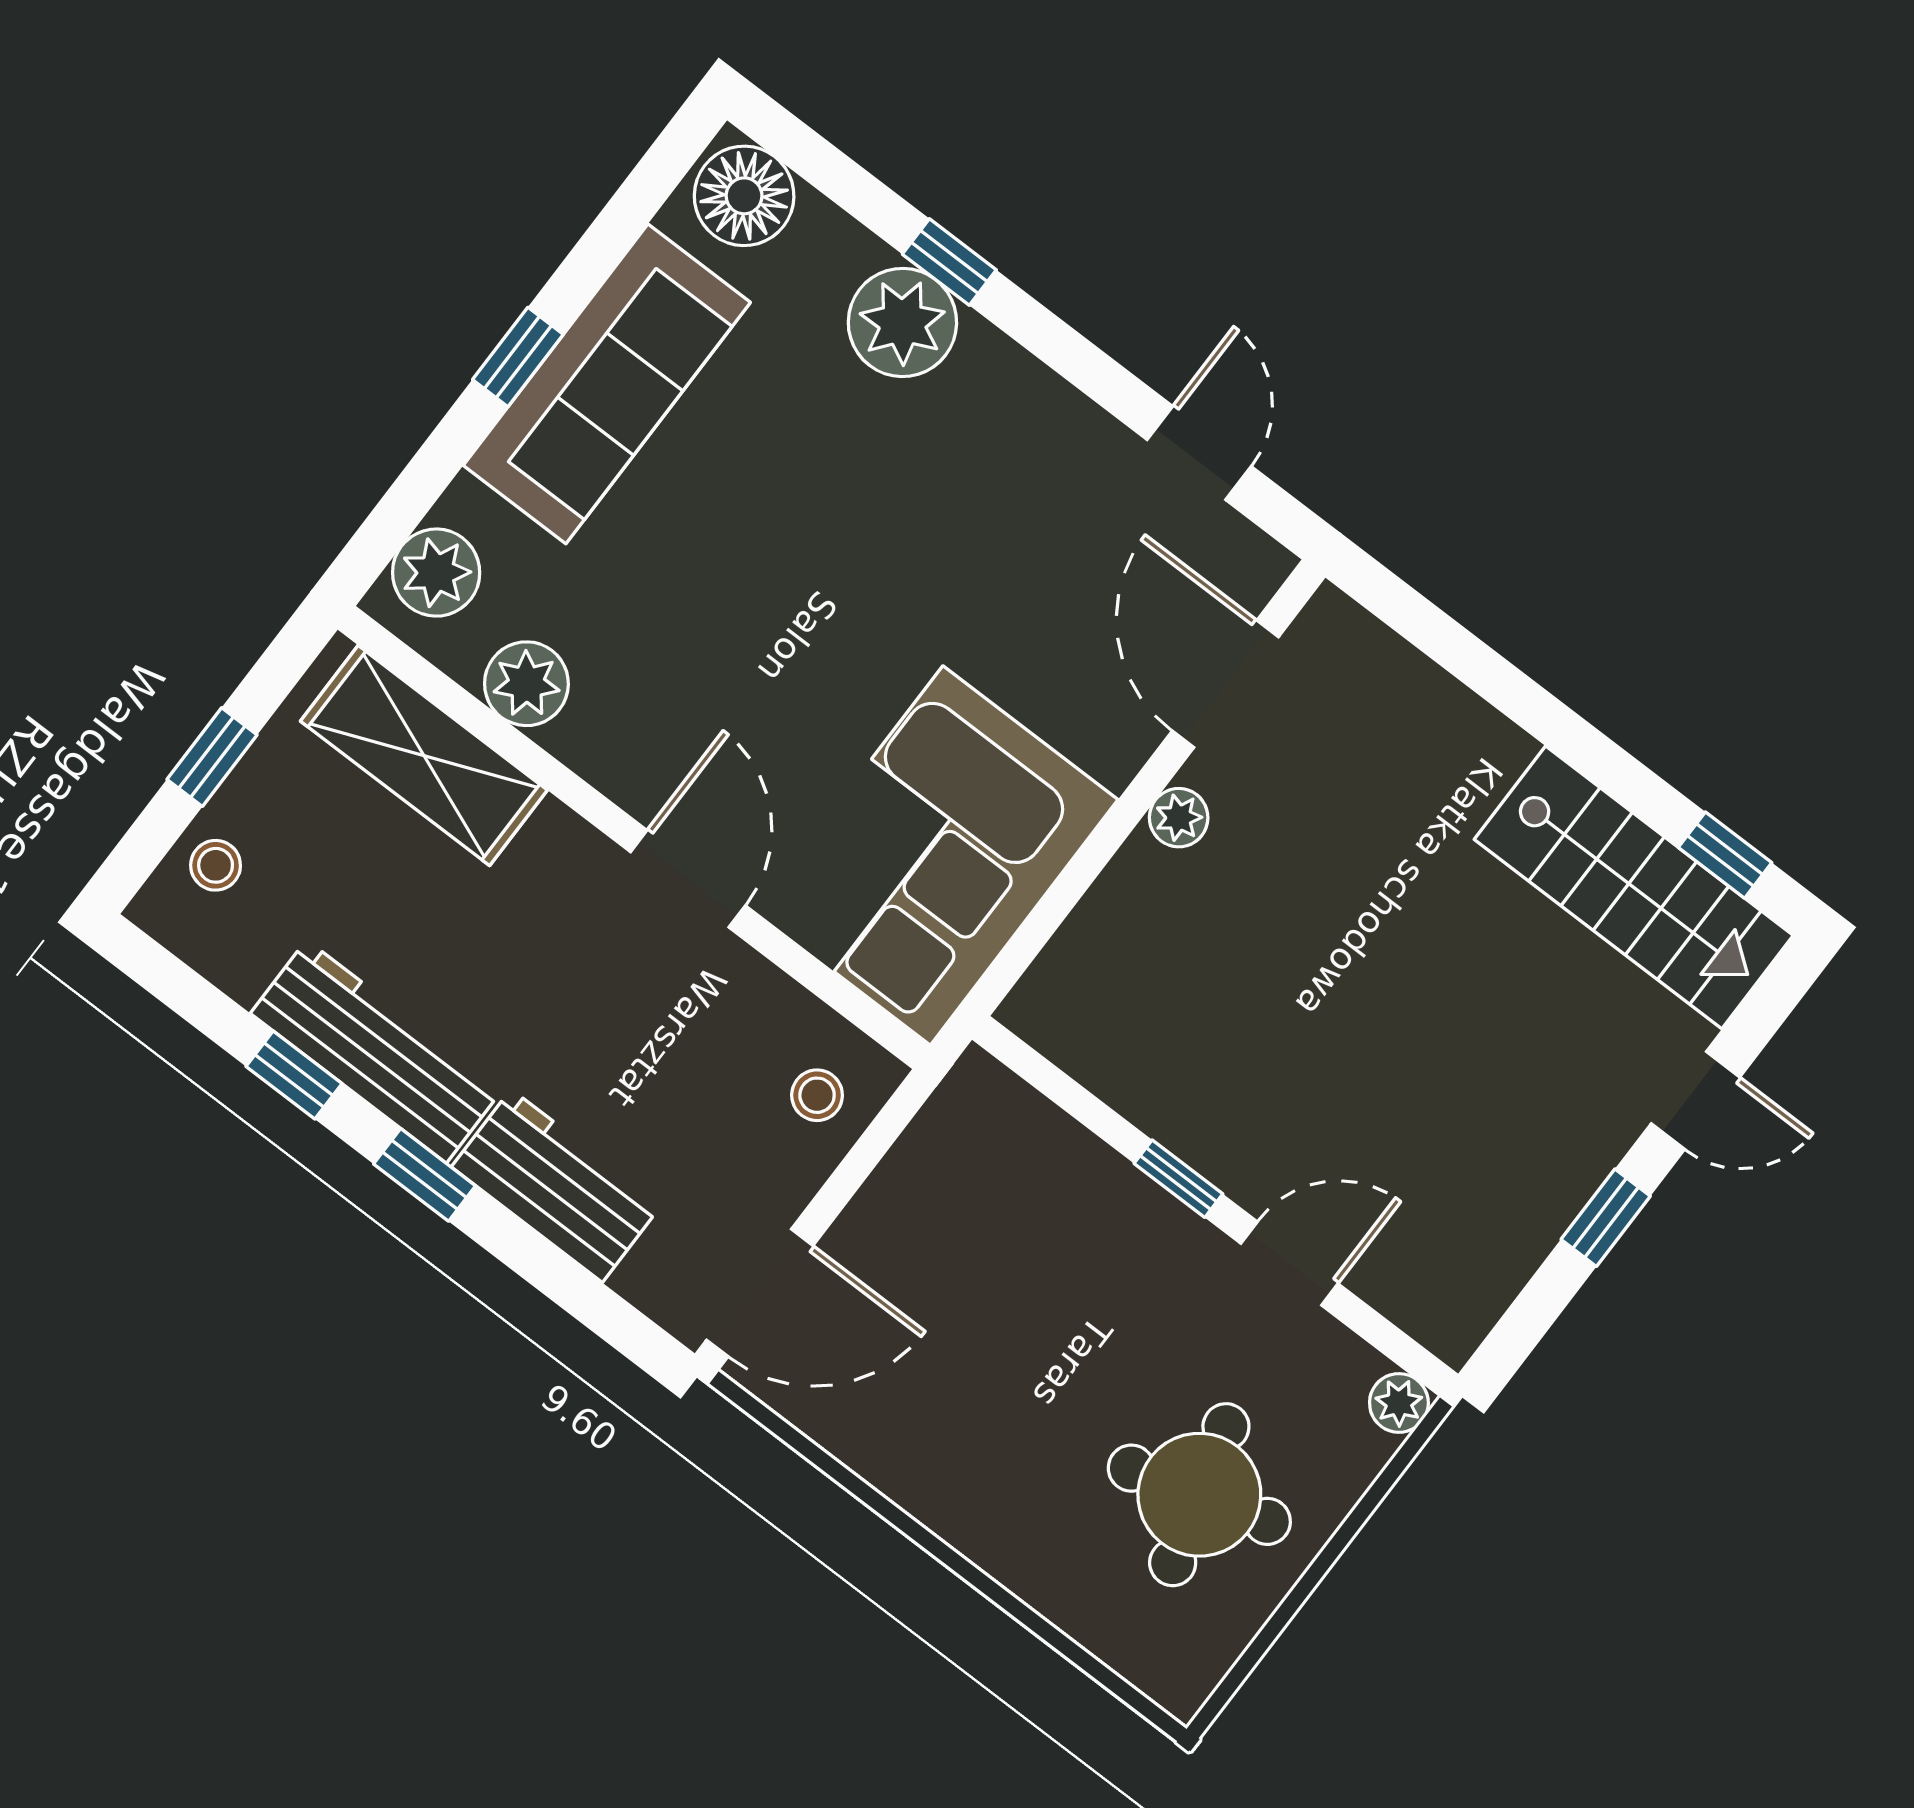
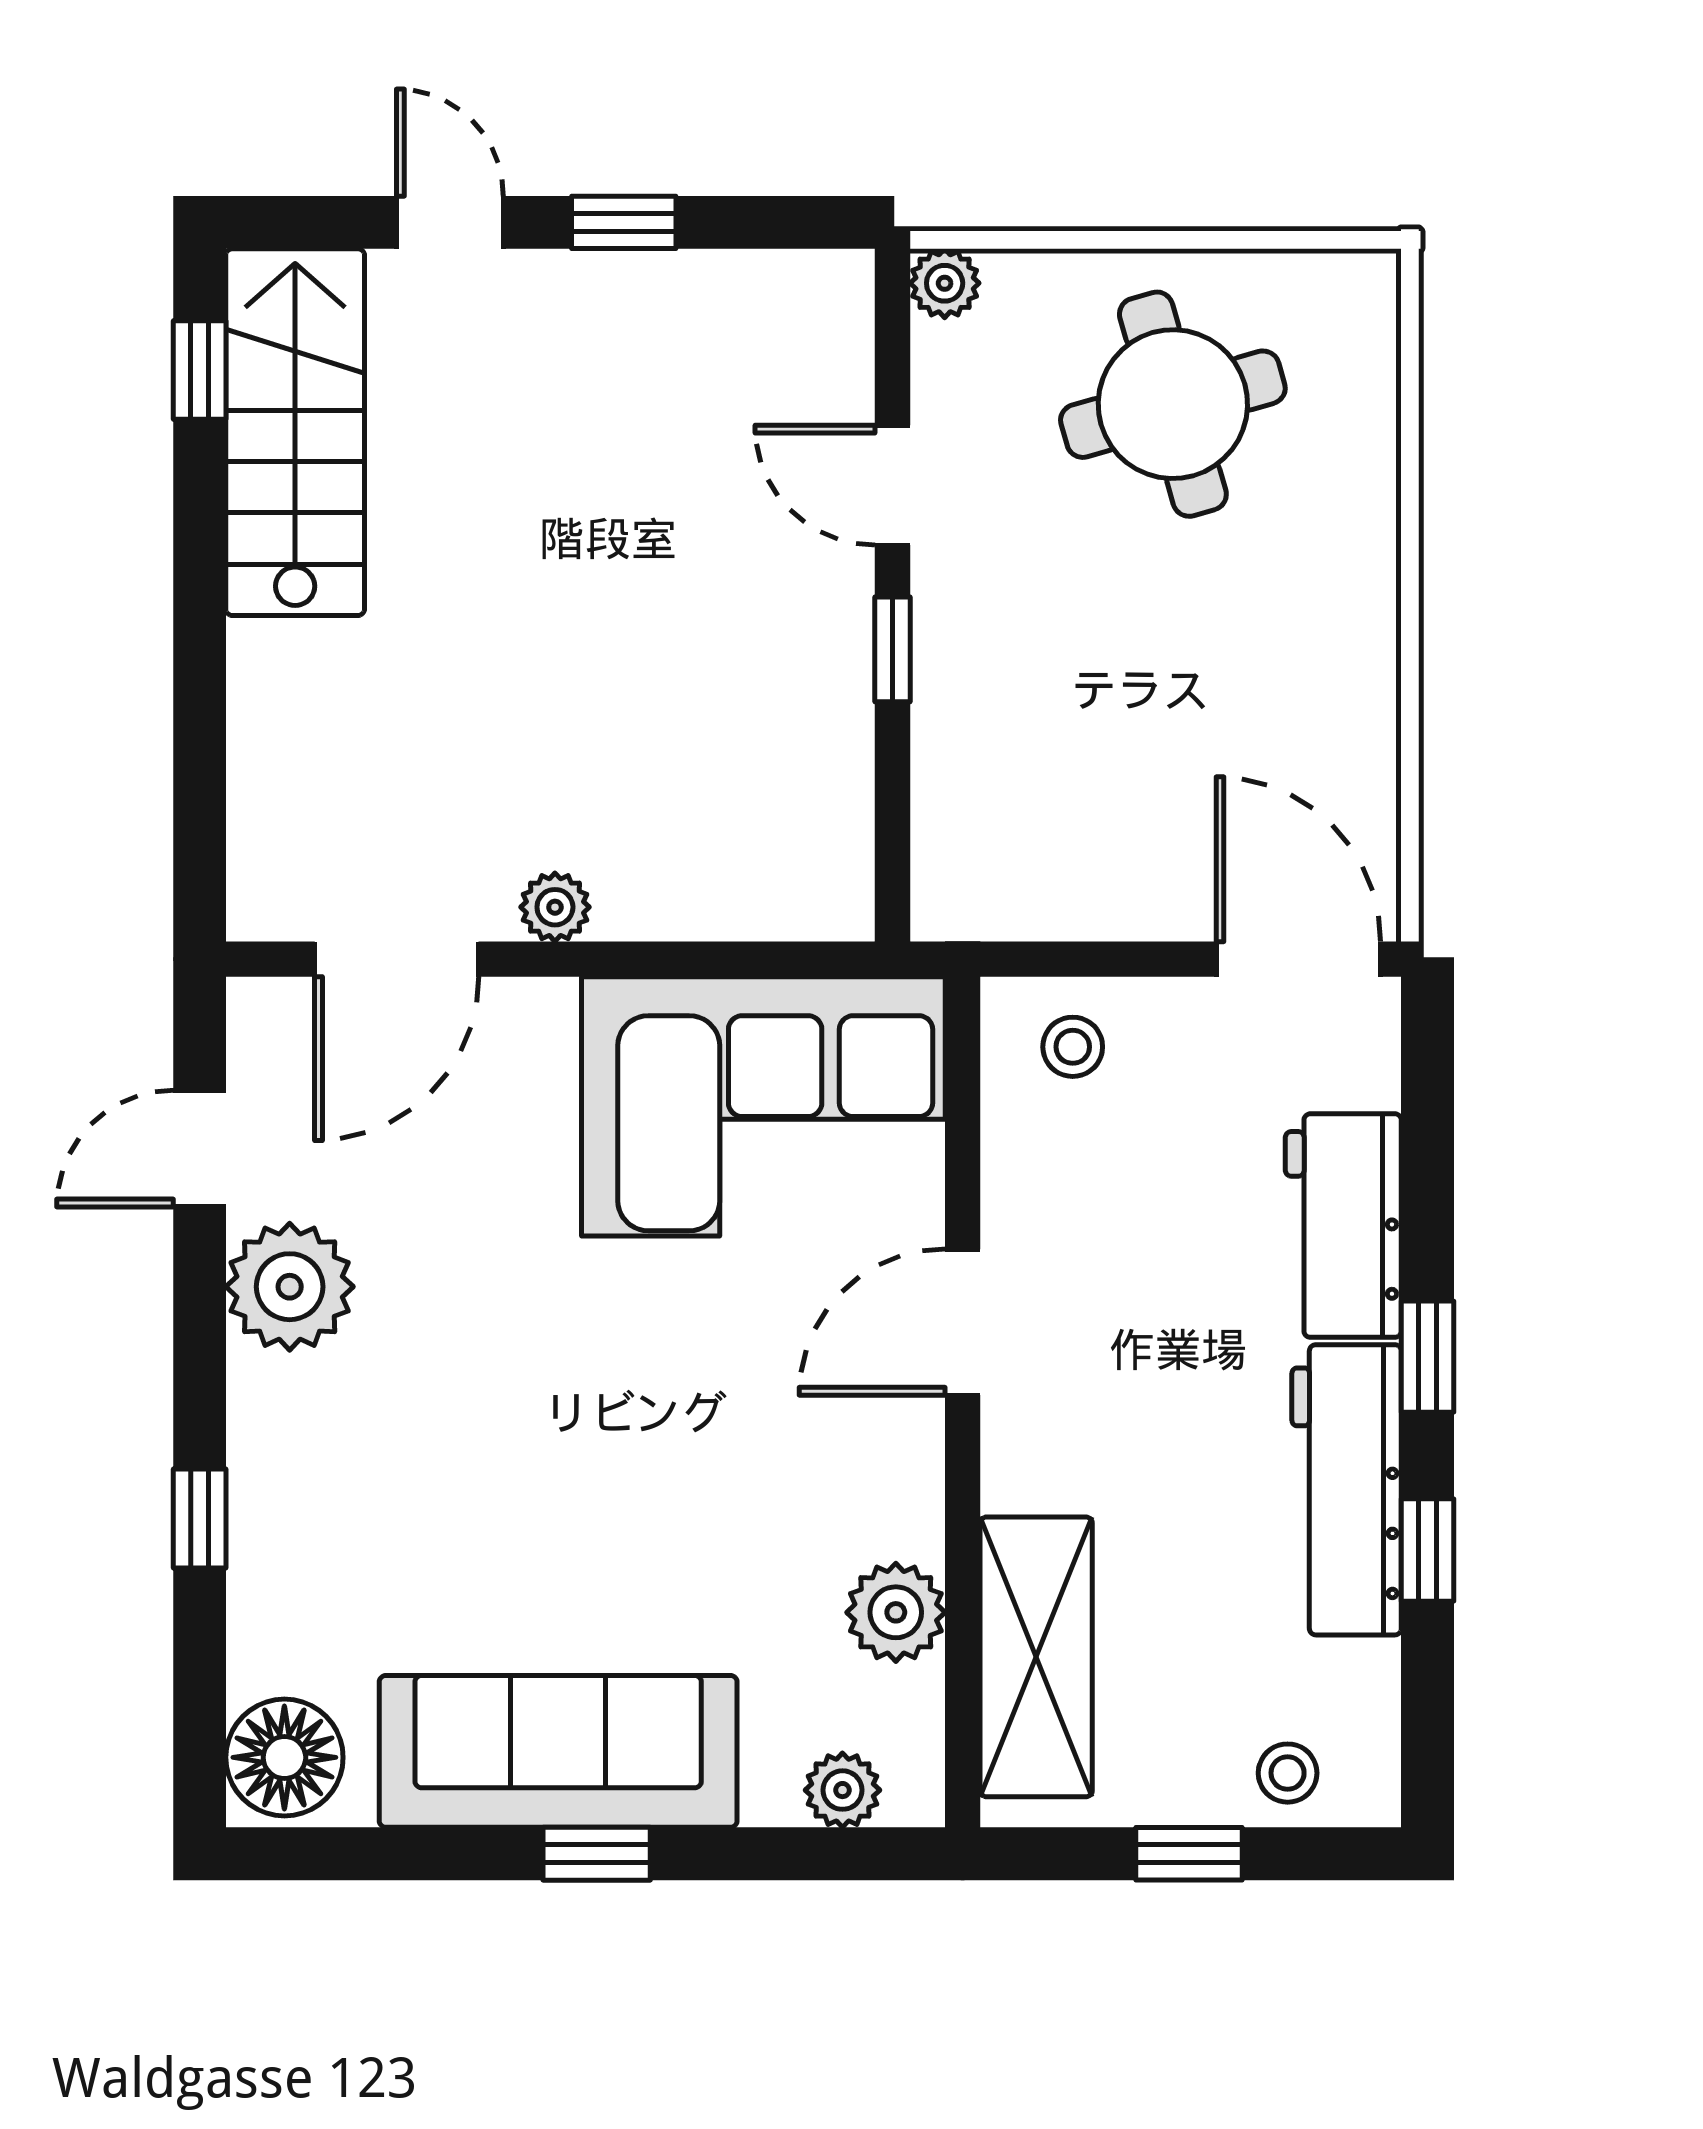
plant: (902, 322) -> (290, 1287), moved
plant: (436, 573) -> (842, 1790), width x0.73, depth x0.73

